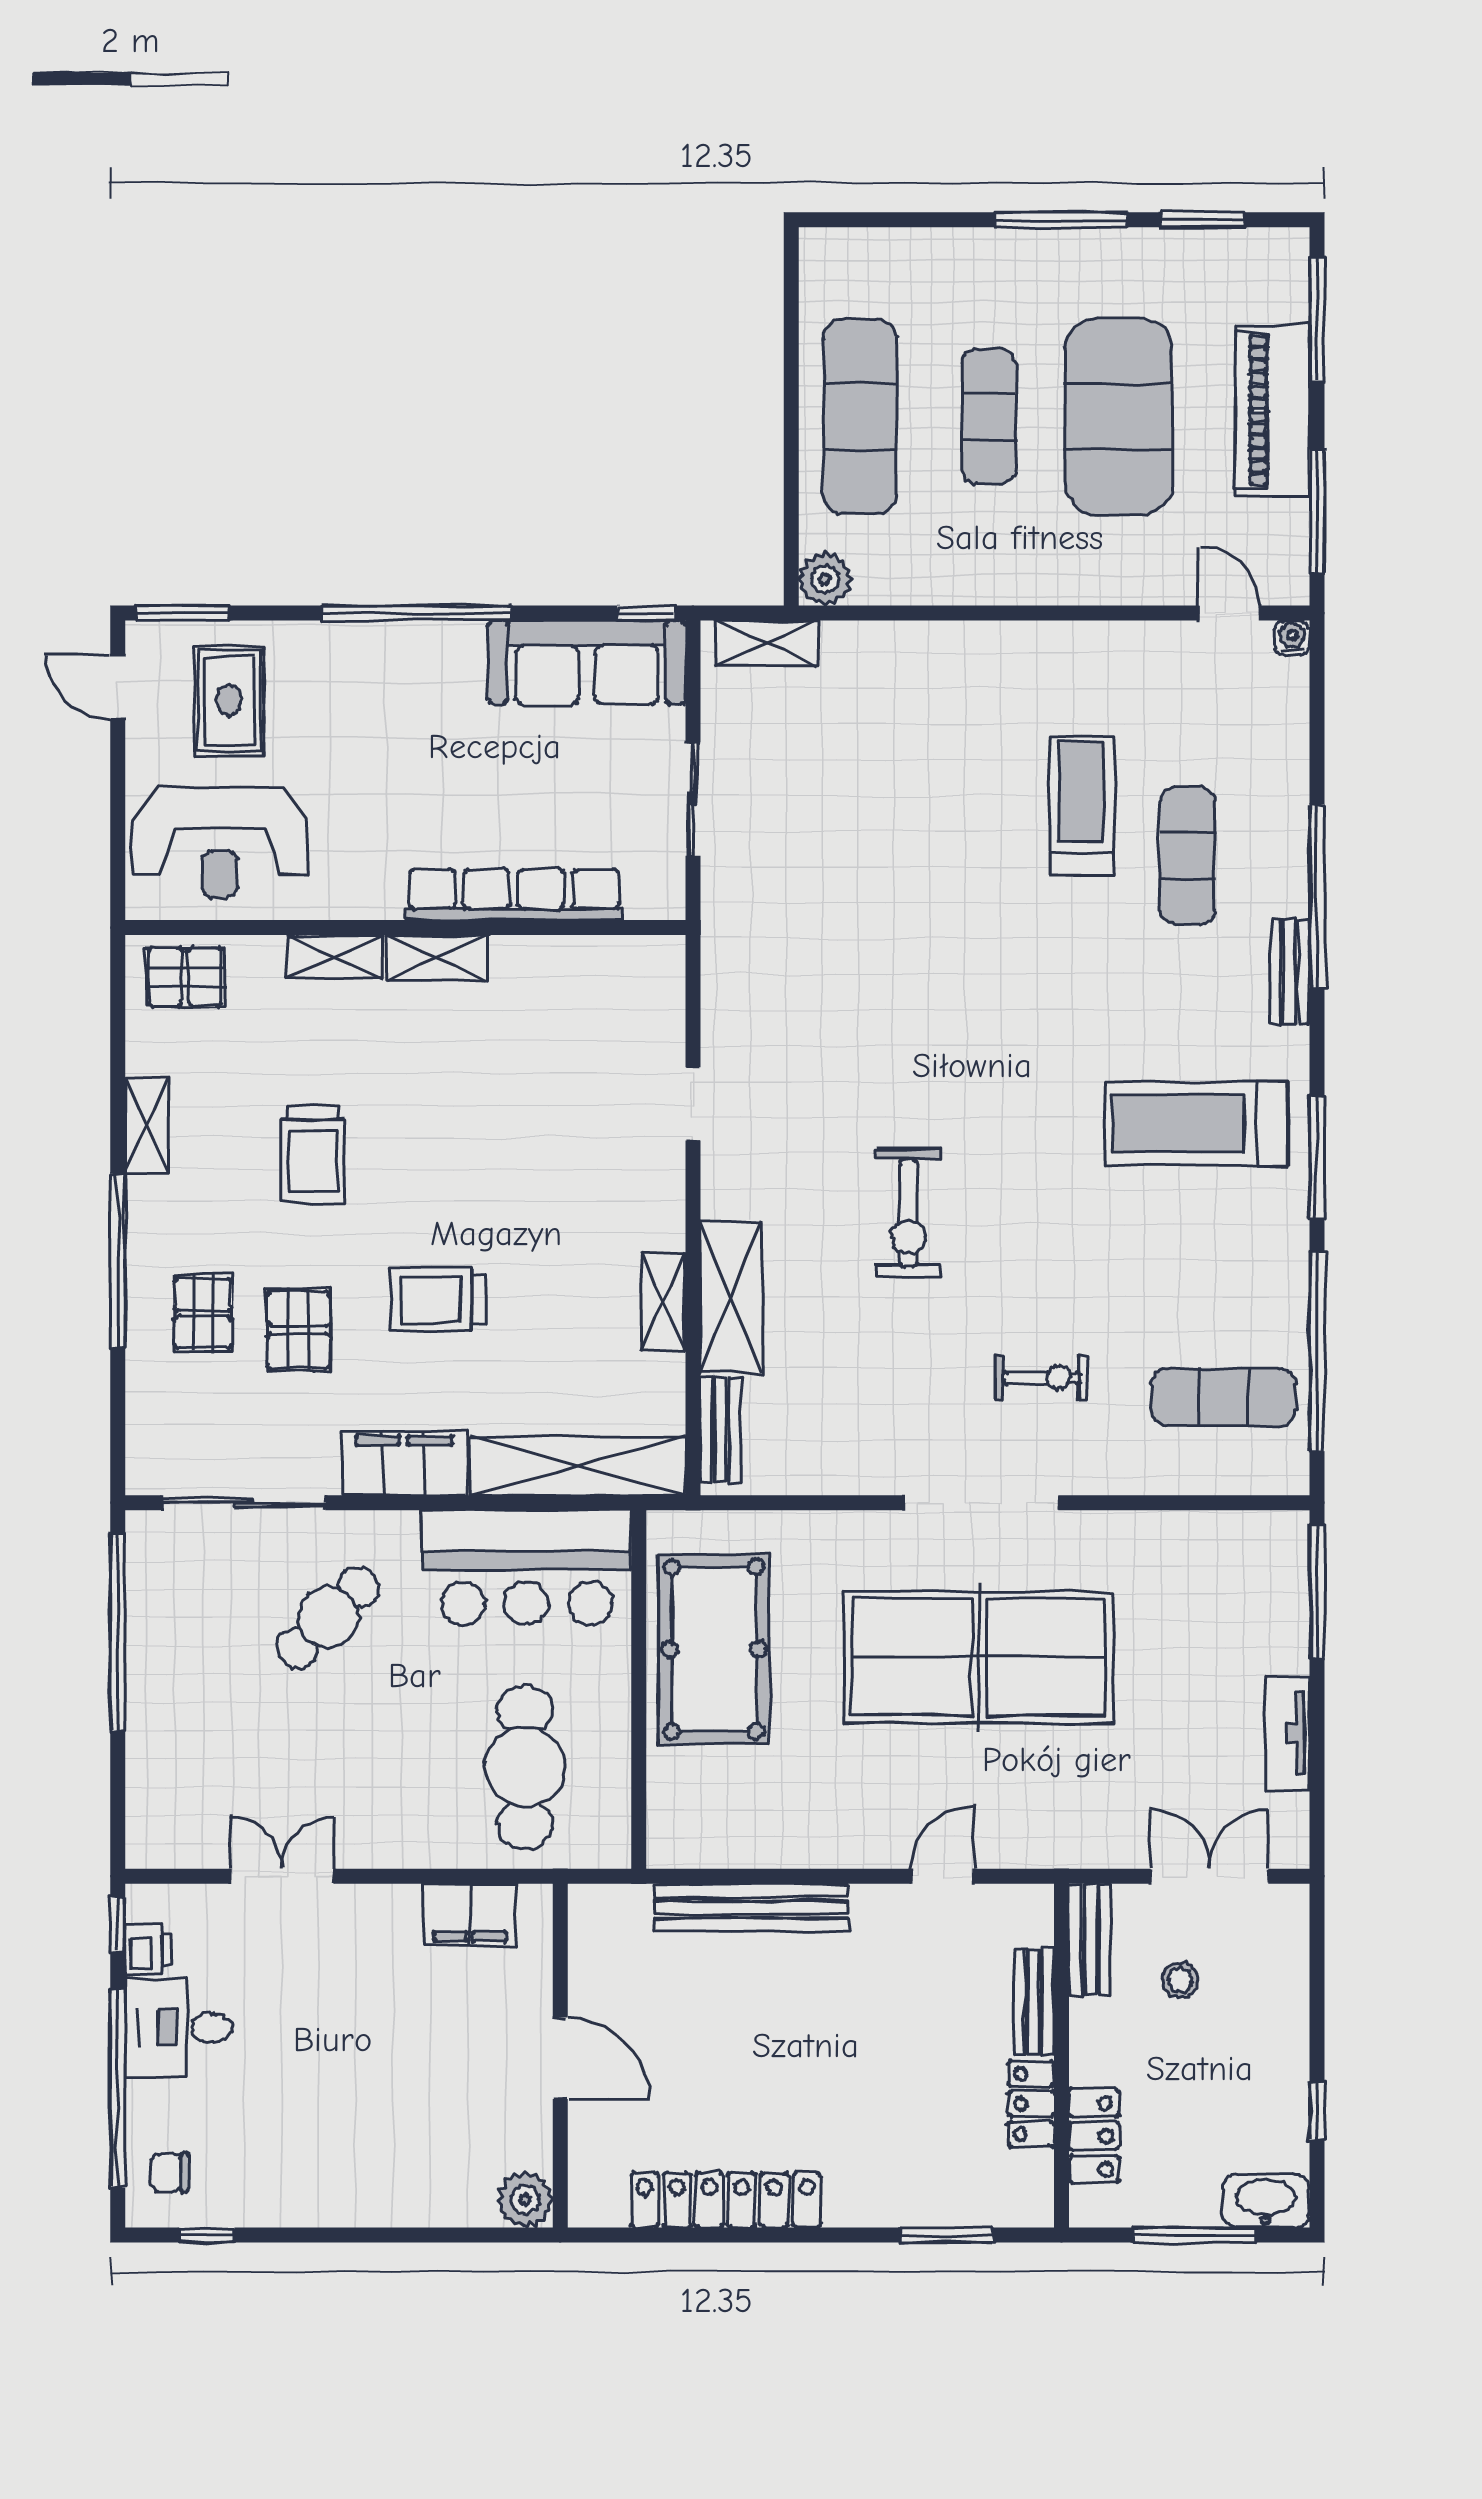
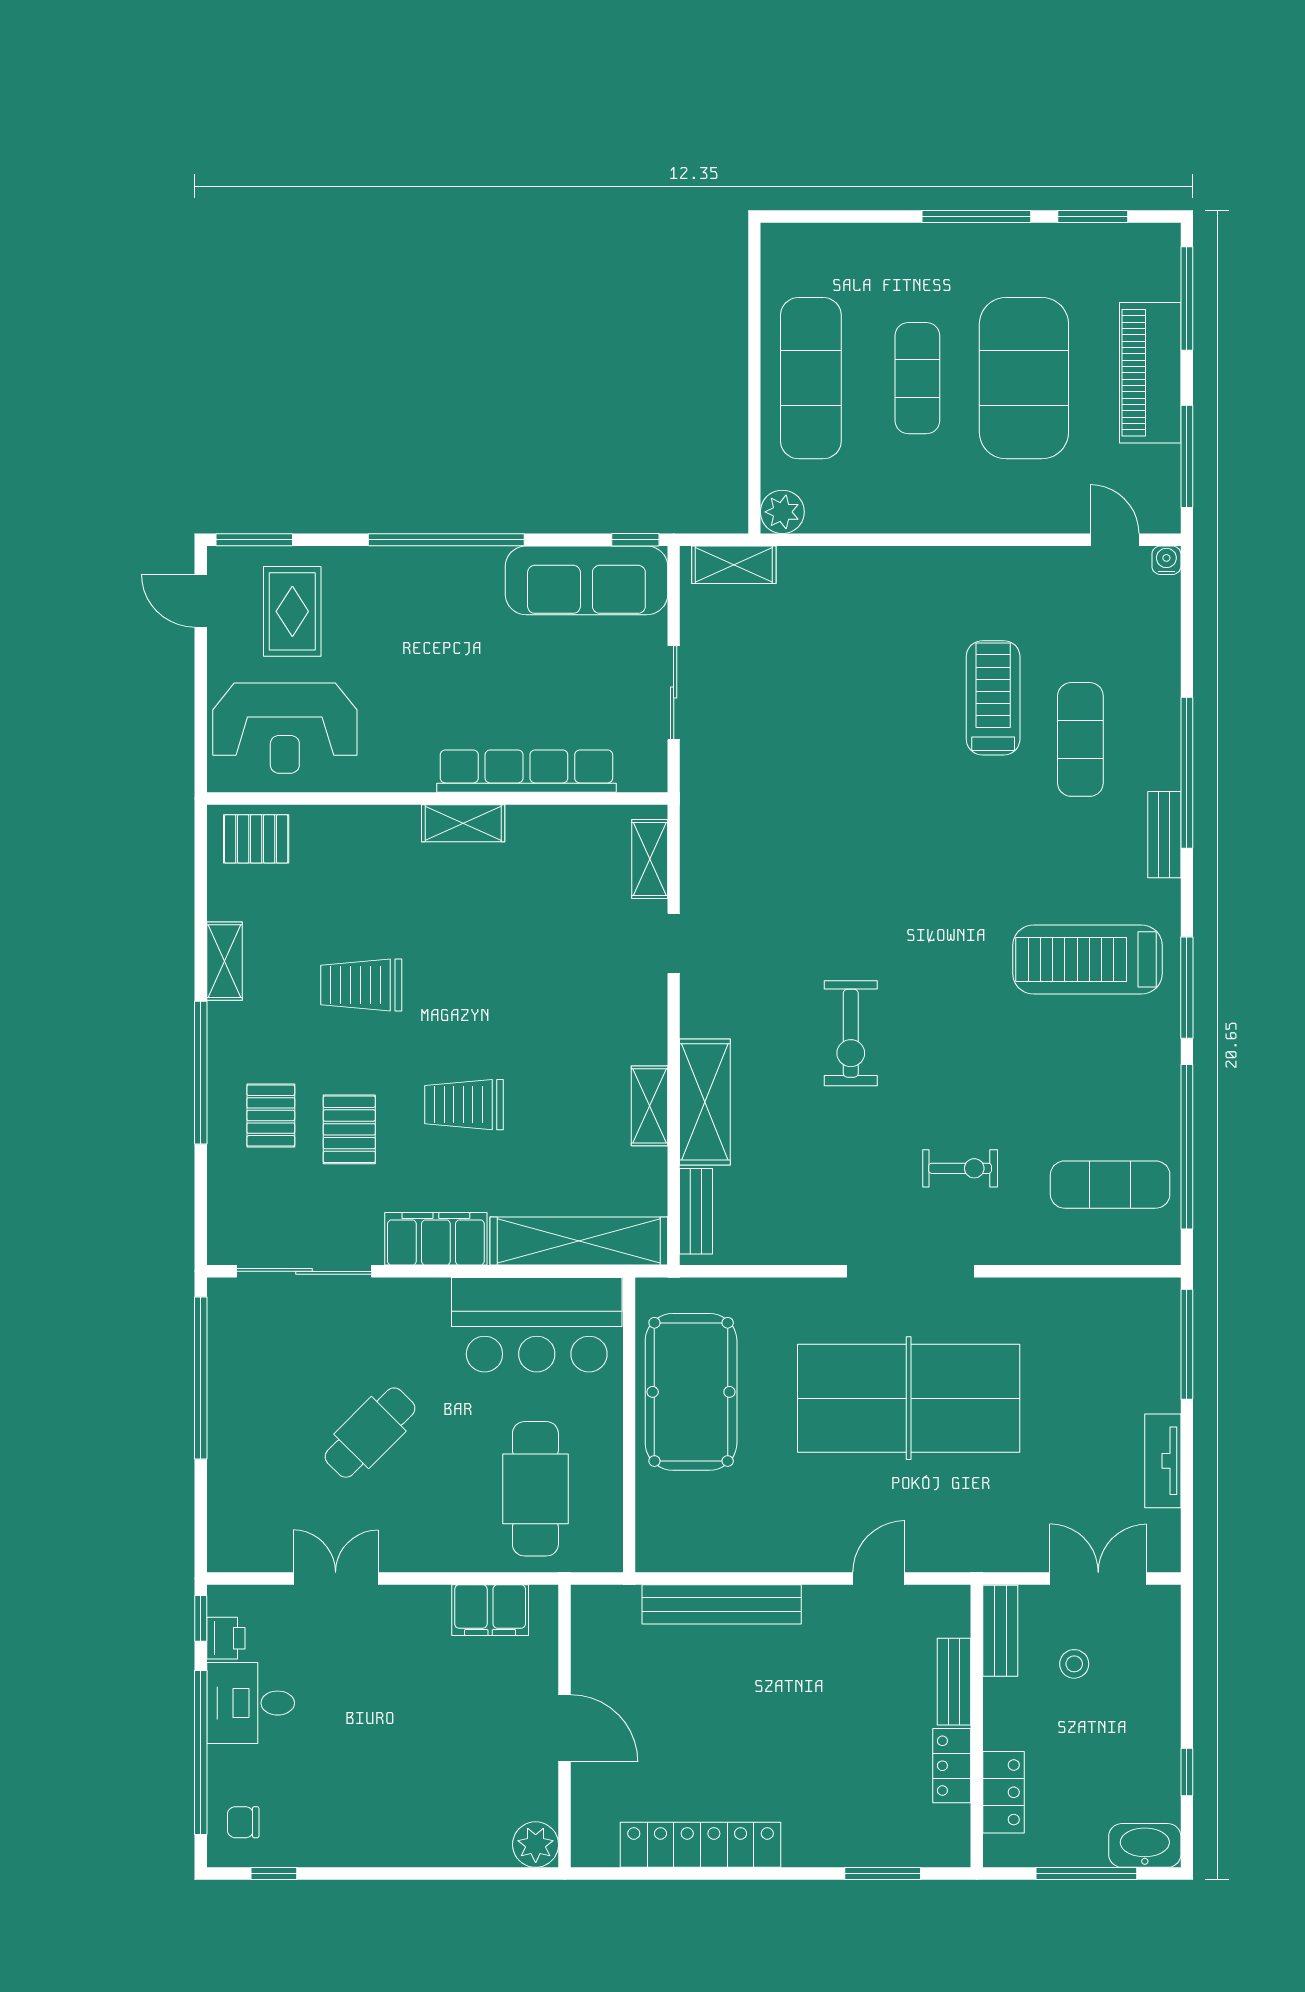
shelving: (334, 957) -> (650, 859), moved, turned 90
trolley: (313, 1155) -> (361, 985), turned 90
cafe table: (328, 1618) -> (370, 1433), moved

